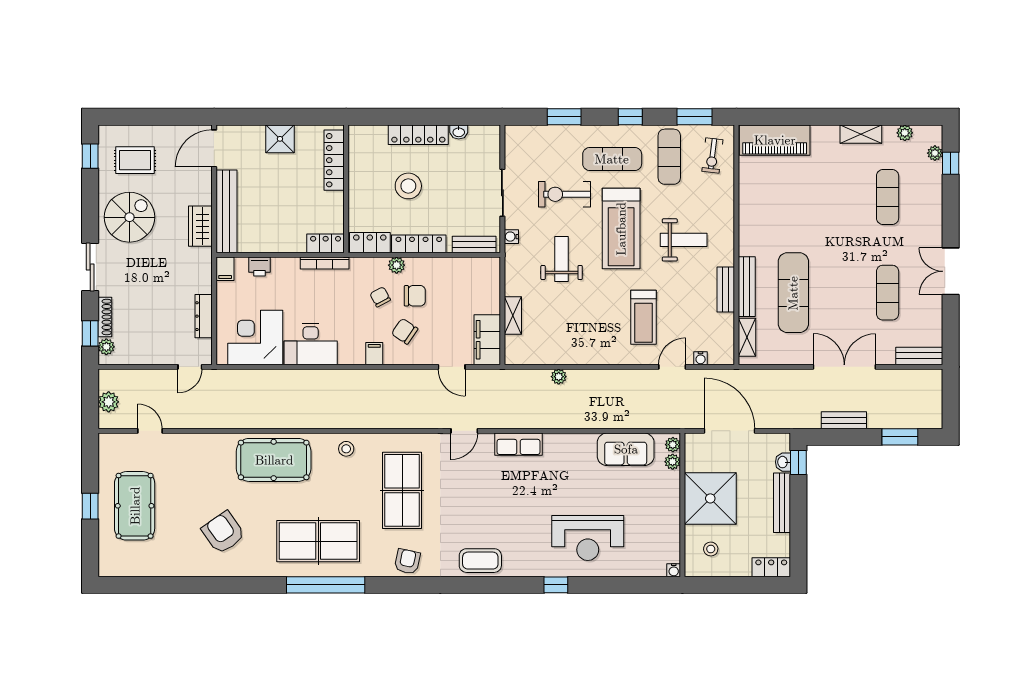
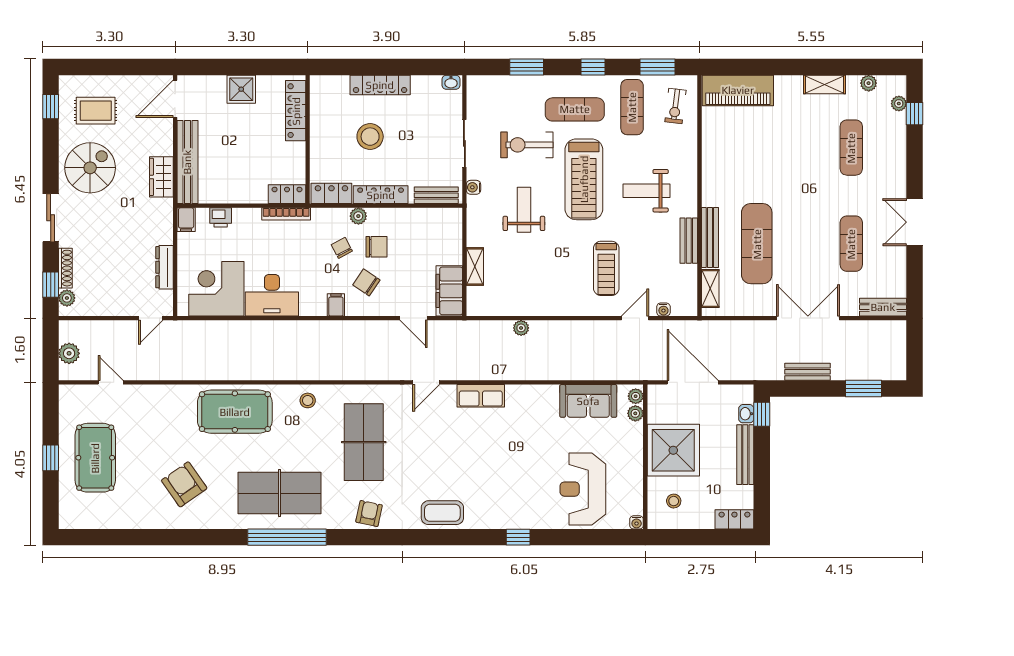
washbasin: (459, 132) -> (451, 82), moved
weight bench: (684, 240) -> (647, 191), turned 180
reception desk: (588, 538) -> (583, 489), moved, turned 90

